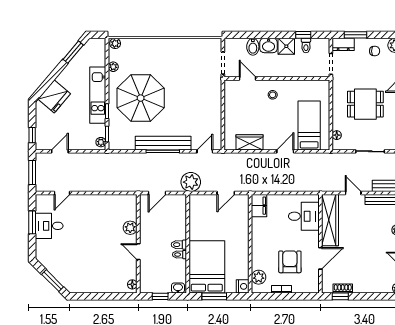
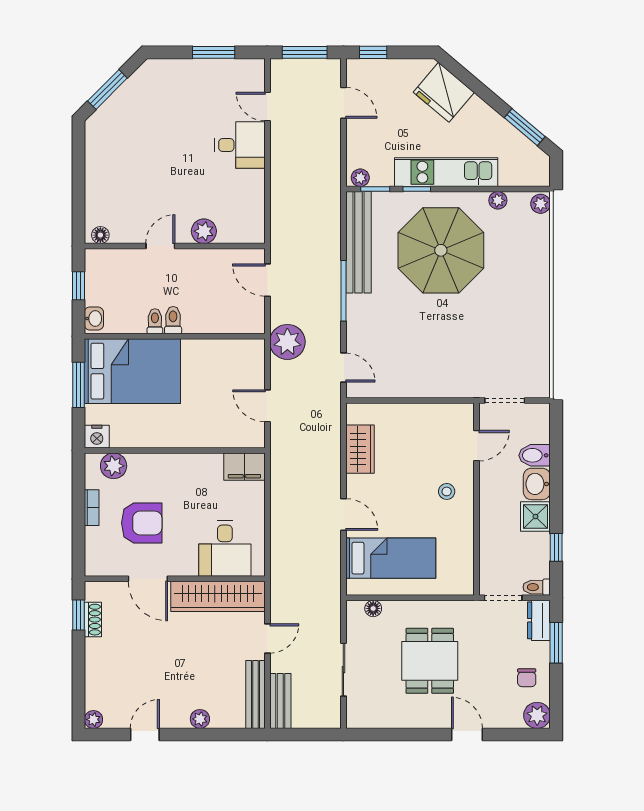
toilet: (306, 46) -> (537, 587), moved
bench: (163, 143) -> (358, 242), moved
desk: (49, 226) -> (240, 145), moved, turned 90

